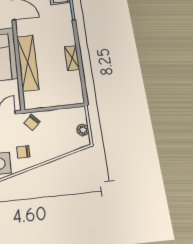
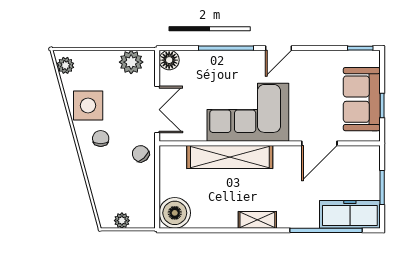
shelving: (72, 58) -> (257, 220), moved
boiler: (72, 94) -> (175, 213), added

